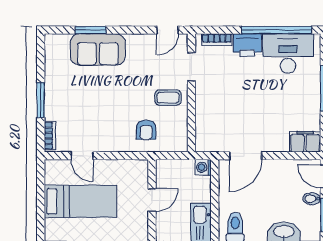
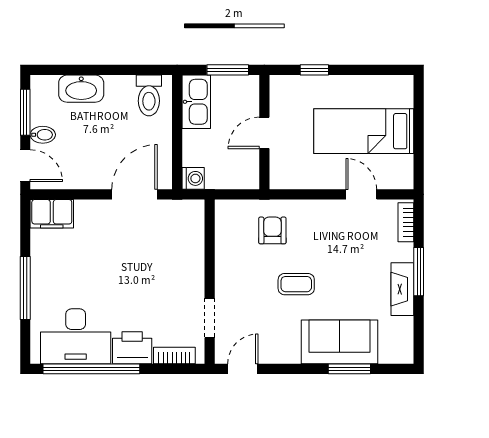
fireplace: (52, 88) -> (402, 289), added
coffee table: (168, 98) -> (296, 284), moved

